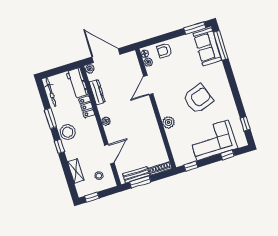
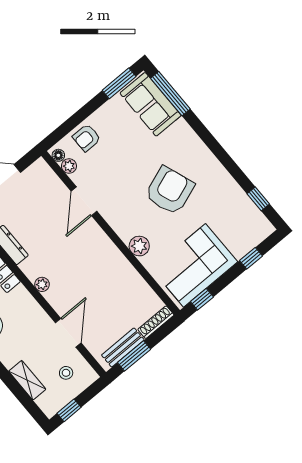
corner sofa: (213, 140) -> (195, 265), moved

